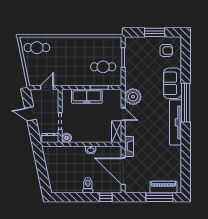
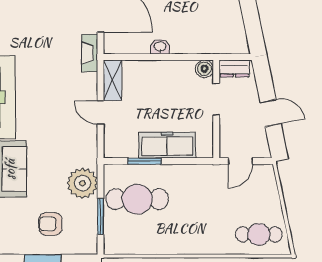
armchair: (166, 50) -> (50, 224), moved
cafe table: (103, 67) -> (137, 199), width x1.37, depth x1.35
plant: (133, 97) -> (82, 183), moved

